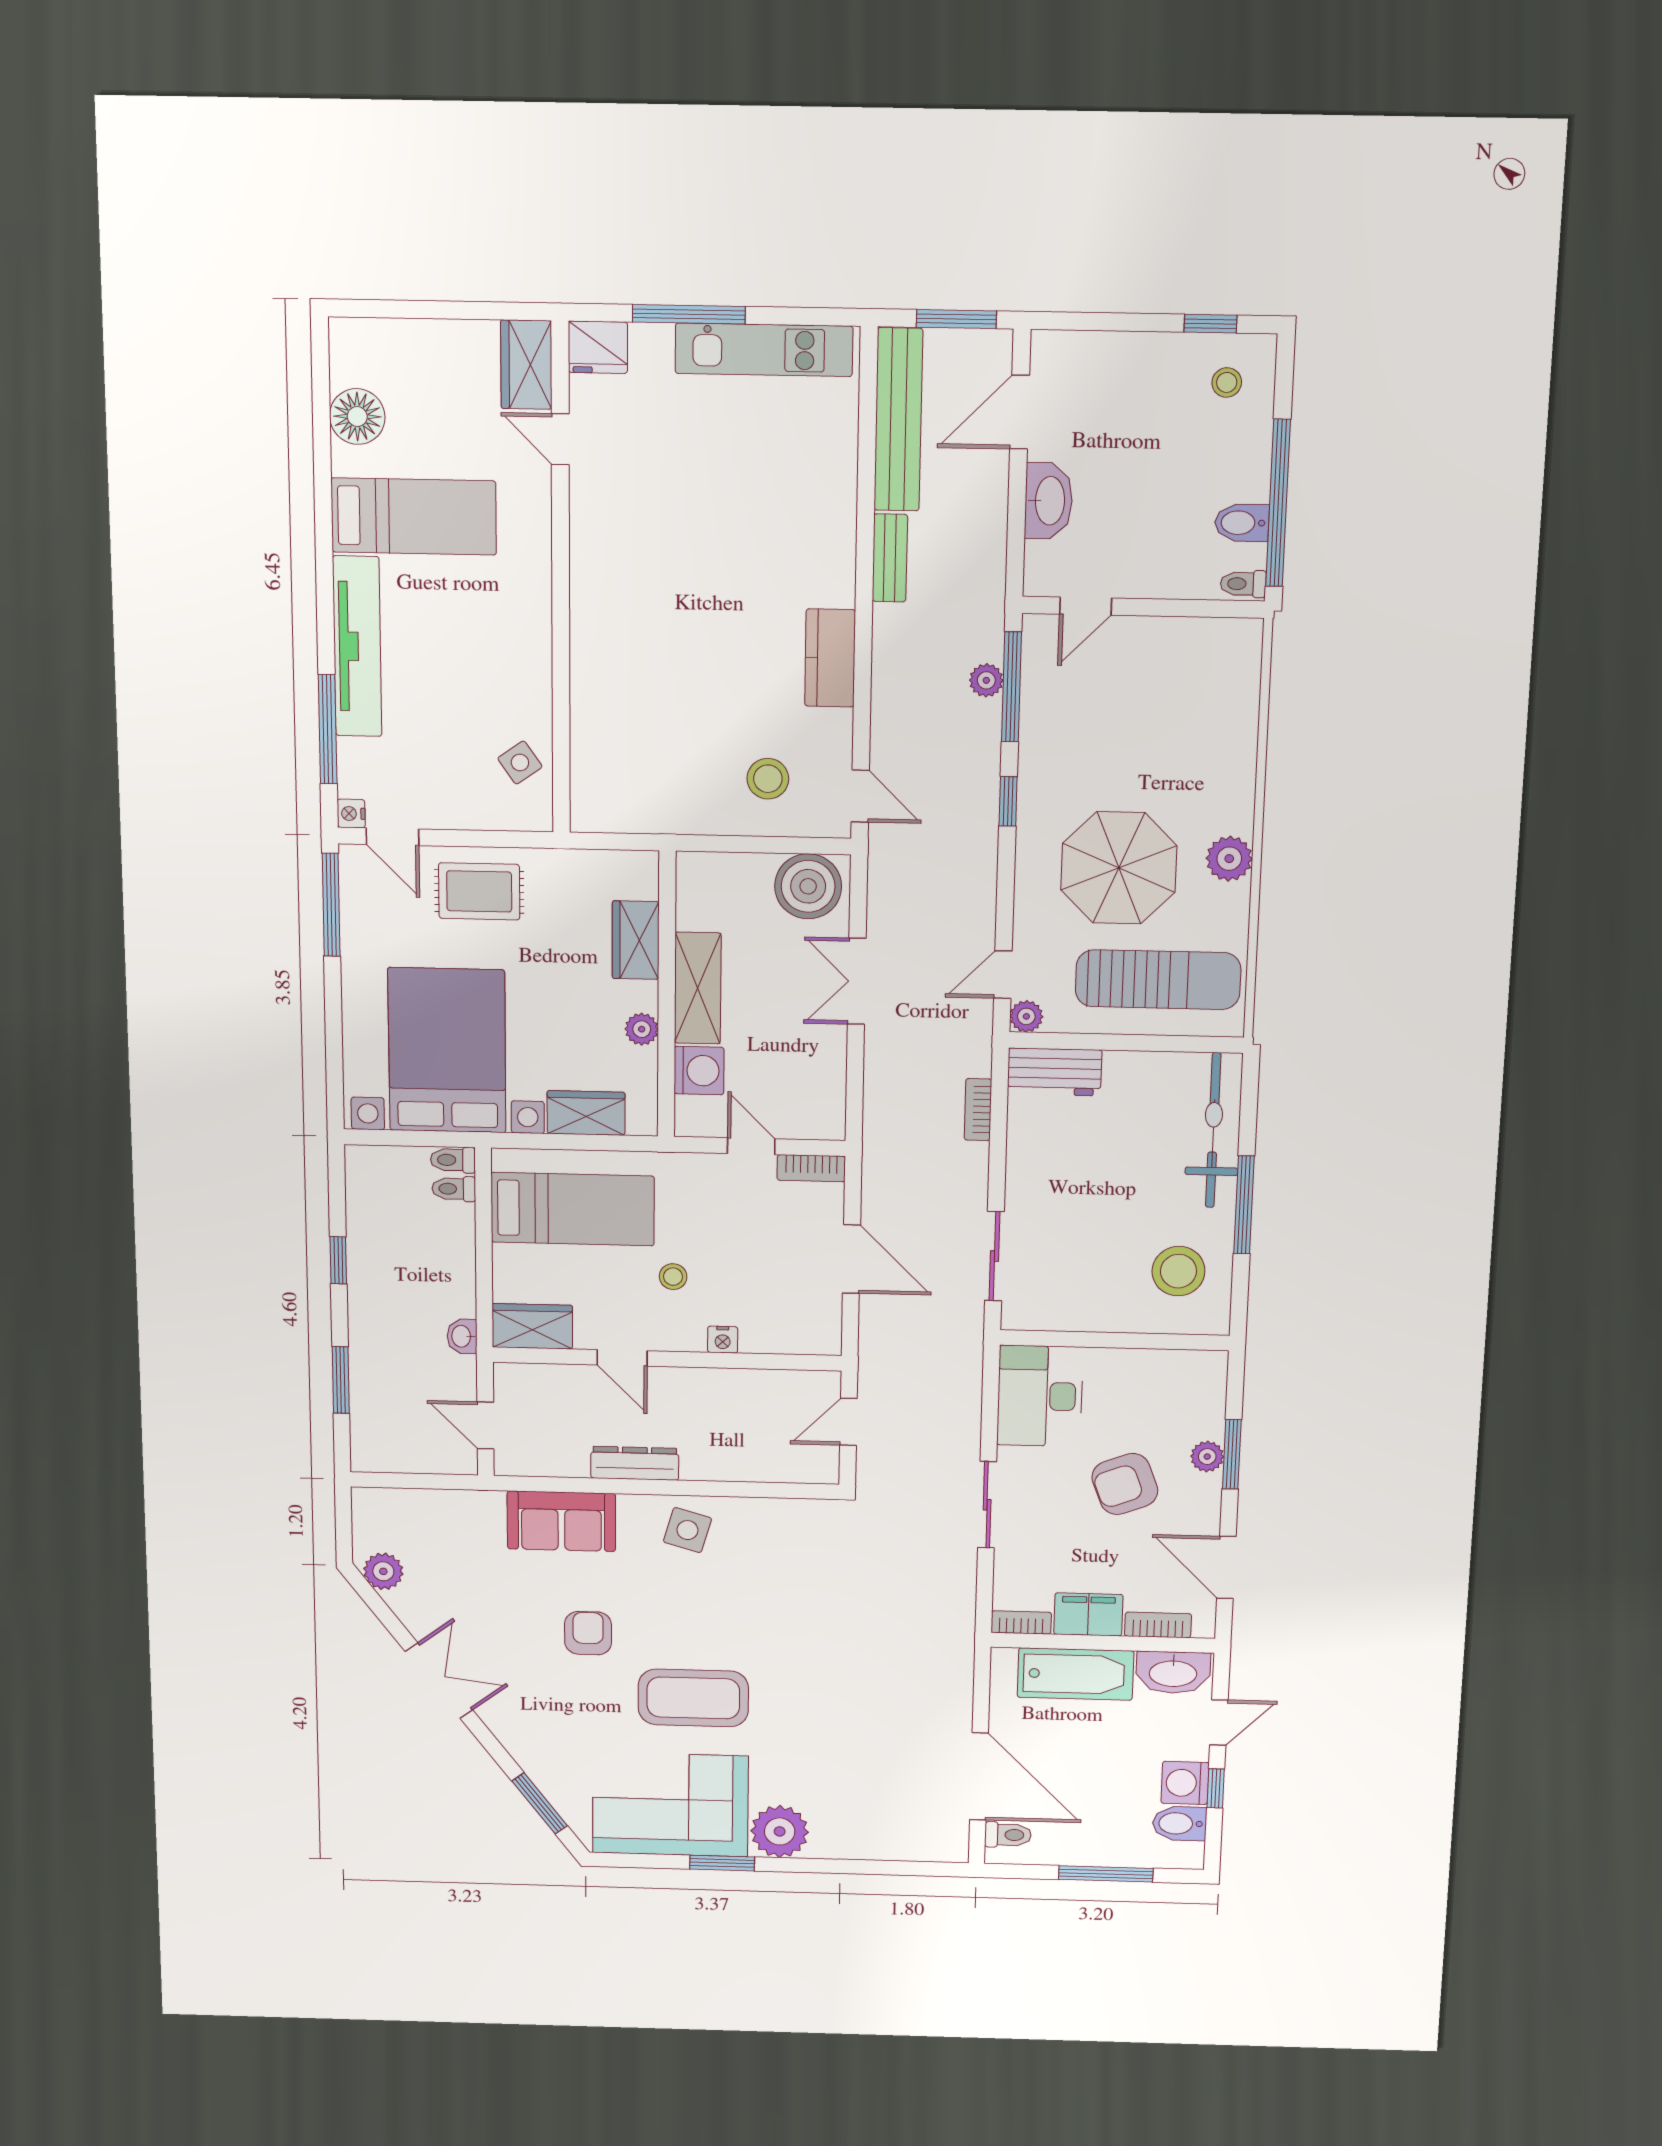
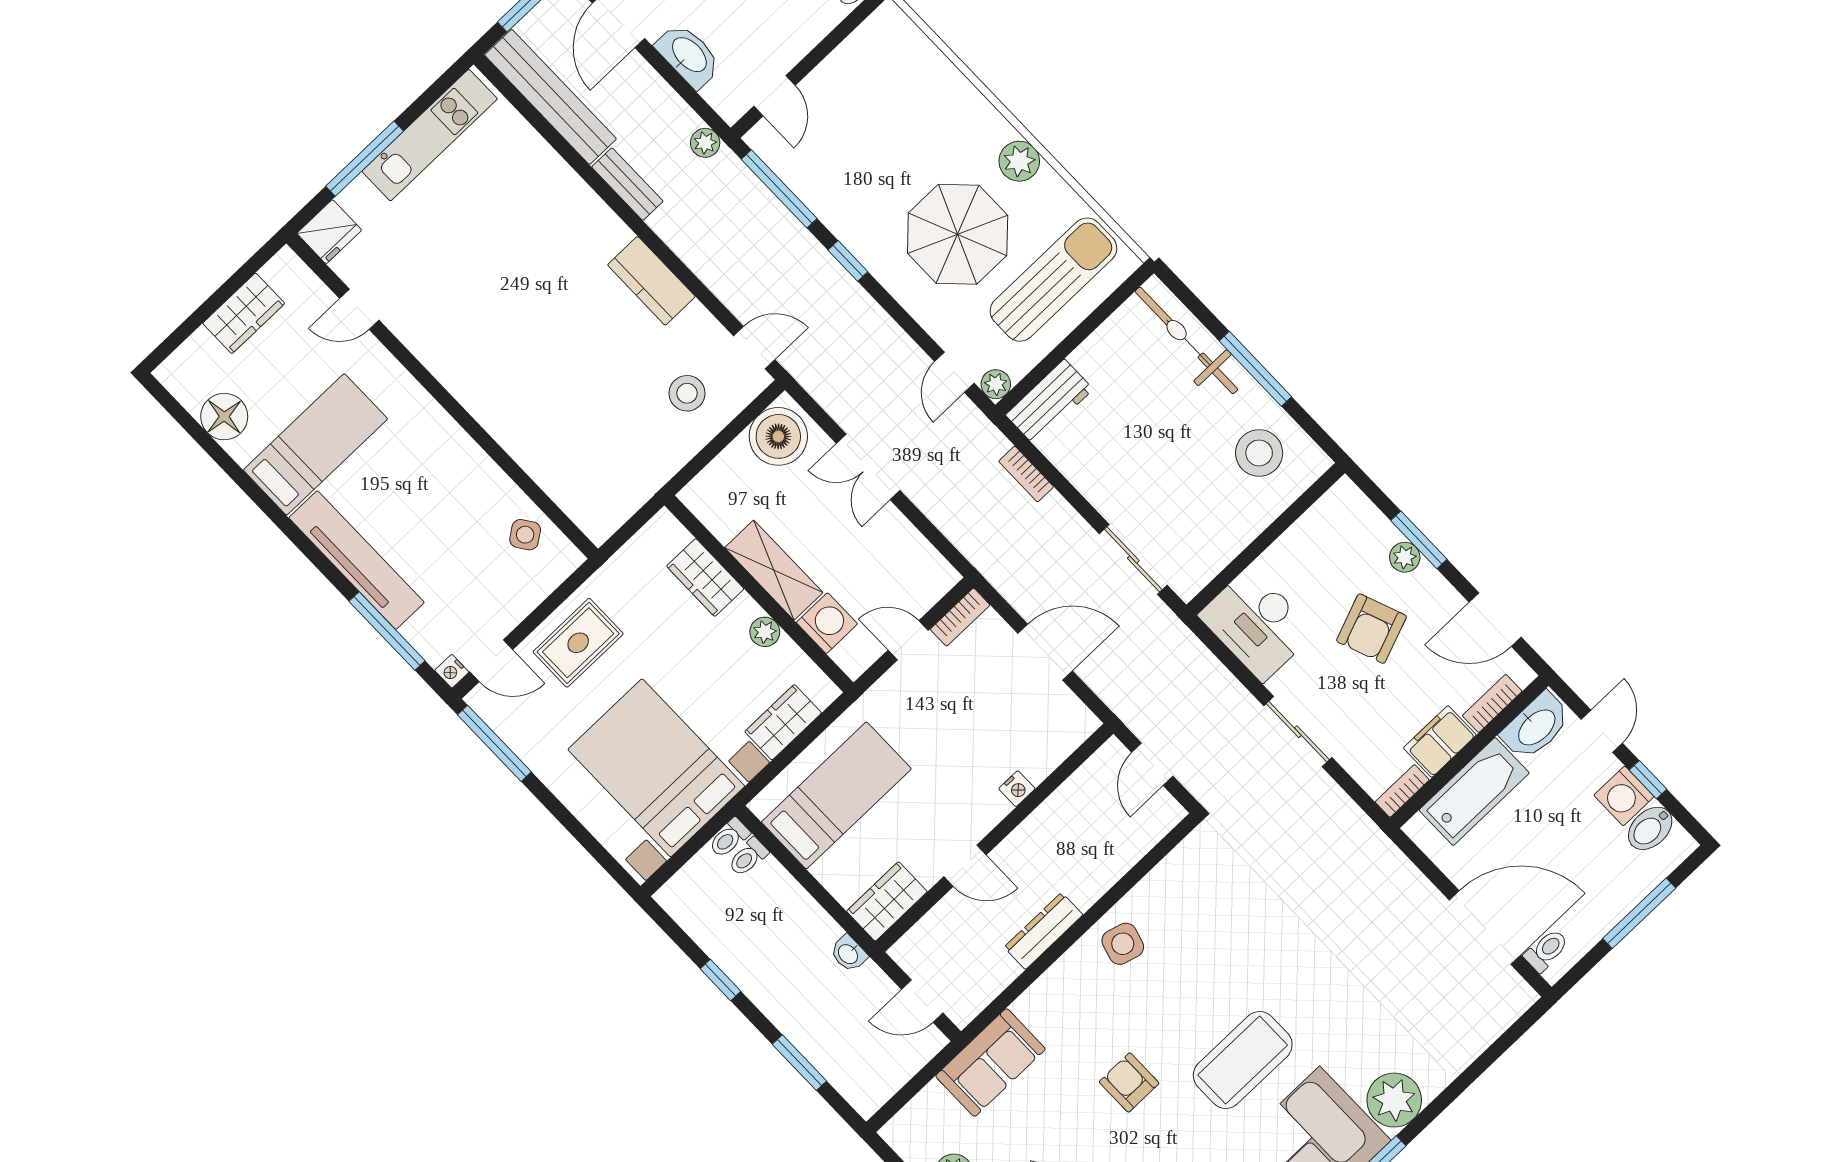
wardrobe: (526, 365) -> (244, 313), moved, turned -90
plant: (986, 680) -> (705, 143), moved
stool: (673, 1277) -> (944, 777), removed
sofa: (561, 1521) -> (990, 1063), moved

